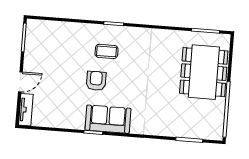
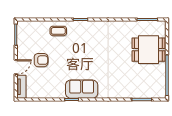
coffee table: (107, 51) -> (58, 31), moved
dining table: (204, 72) -> (148, 50), width x0.73
armchair: (96, 81) -> (41, 60), moved, turned 90

